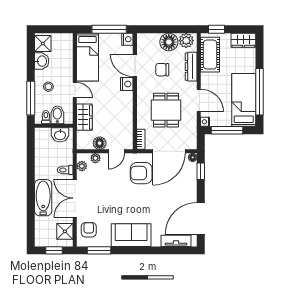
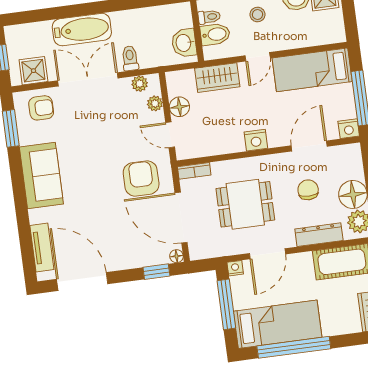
nightstand: (127, 84) -> (256, 140), moved

